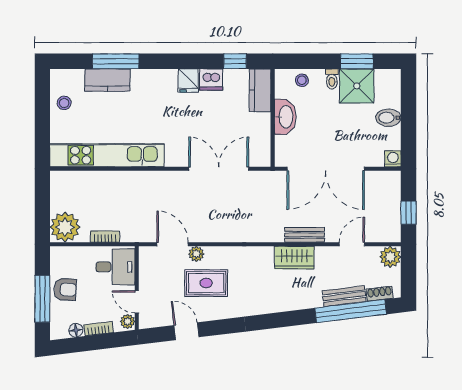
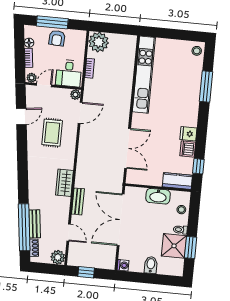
kitchen counter: (107, 80) -> (194, 80), removed
stool: (64, 103) -> (197, 51), moved
plant: (196, 254) -> (75, 95), moved
wardrobe: (294, 258) -> (64, 183), moved

